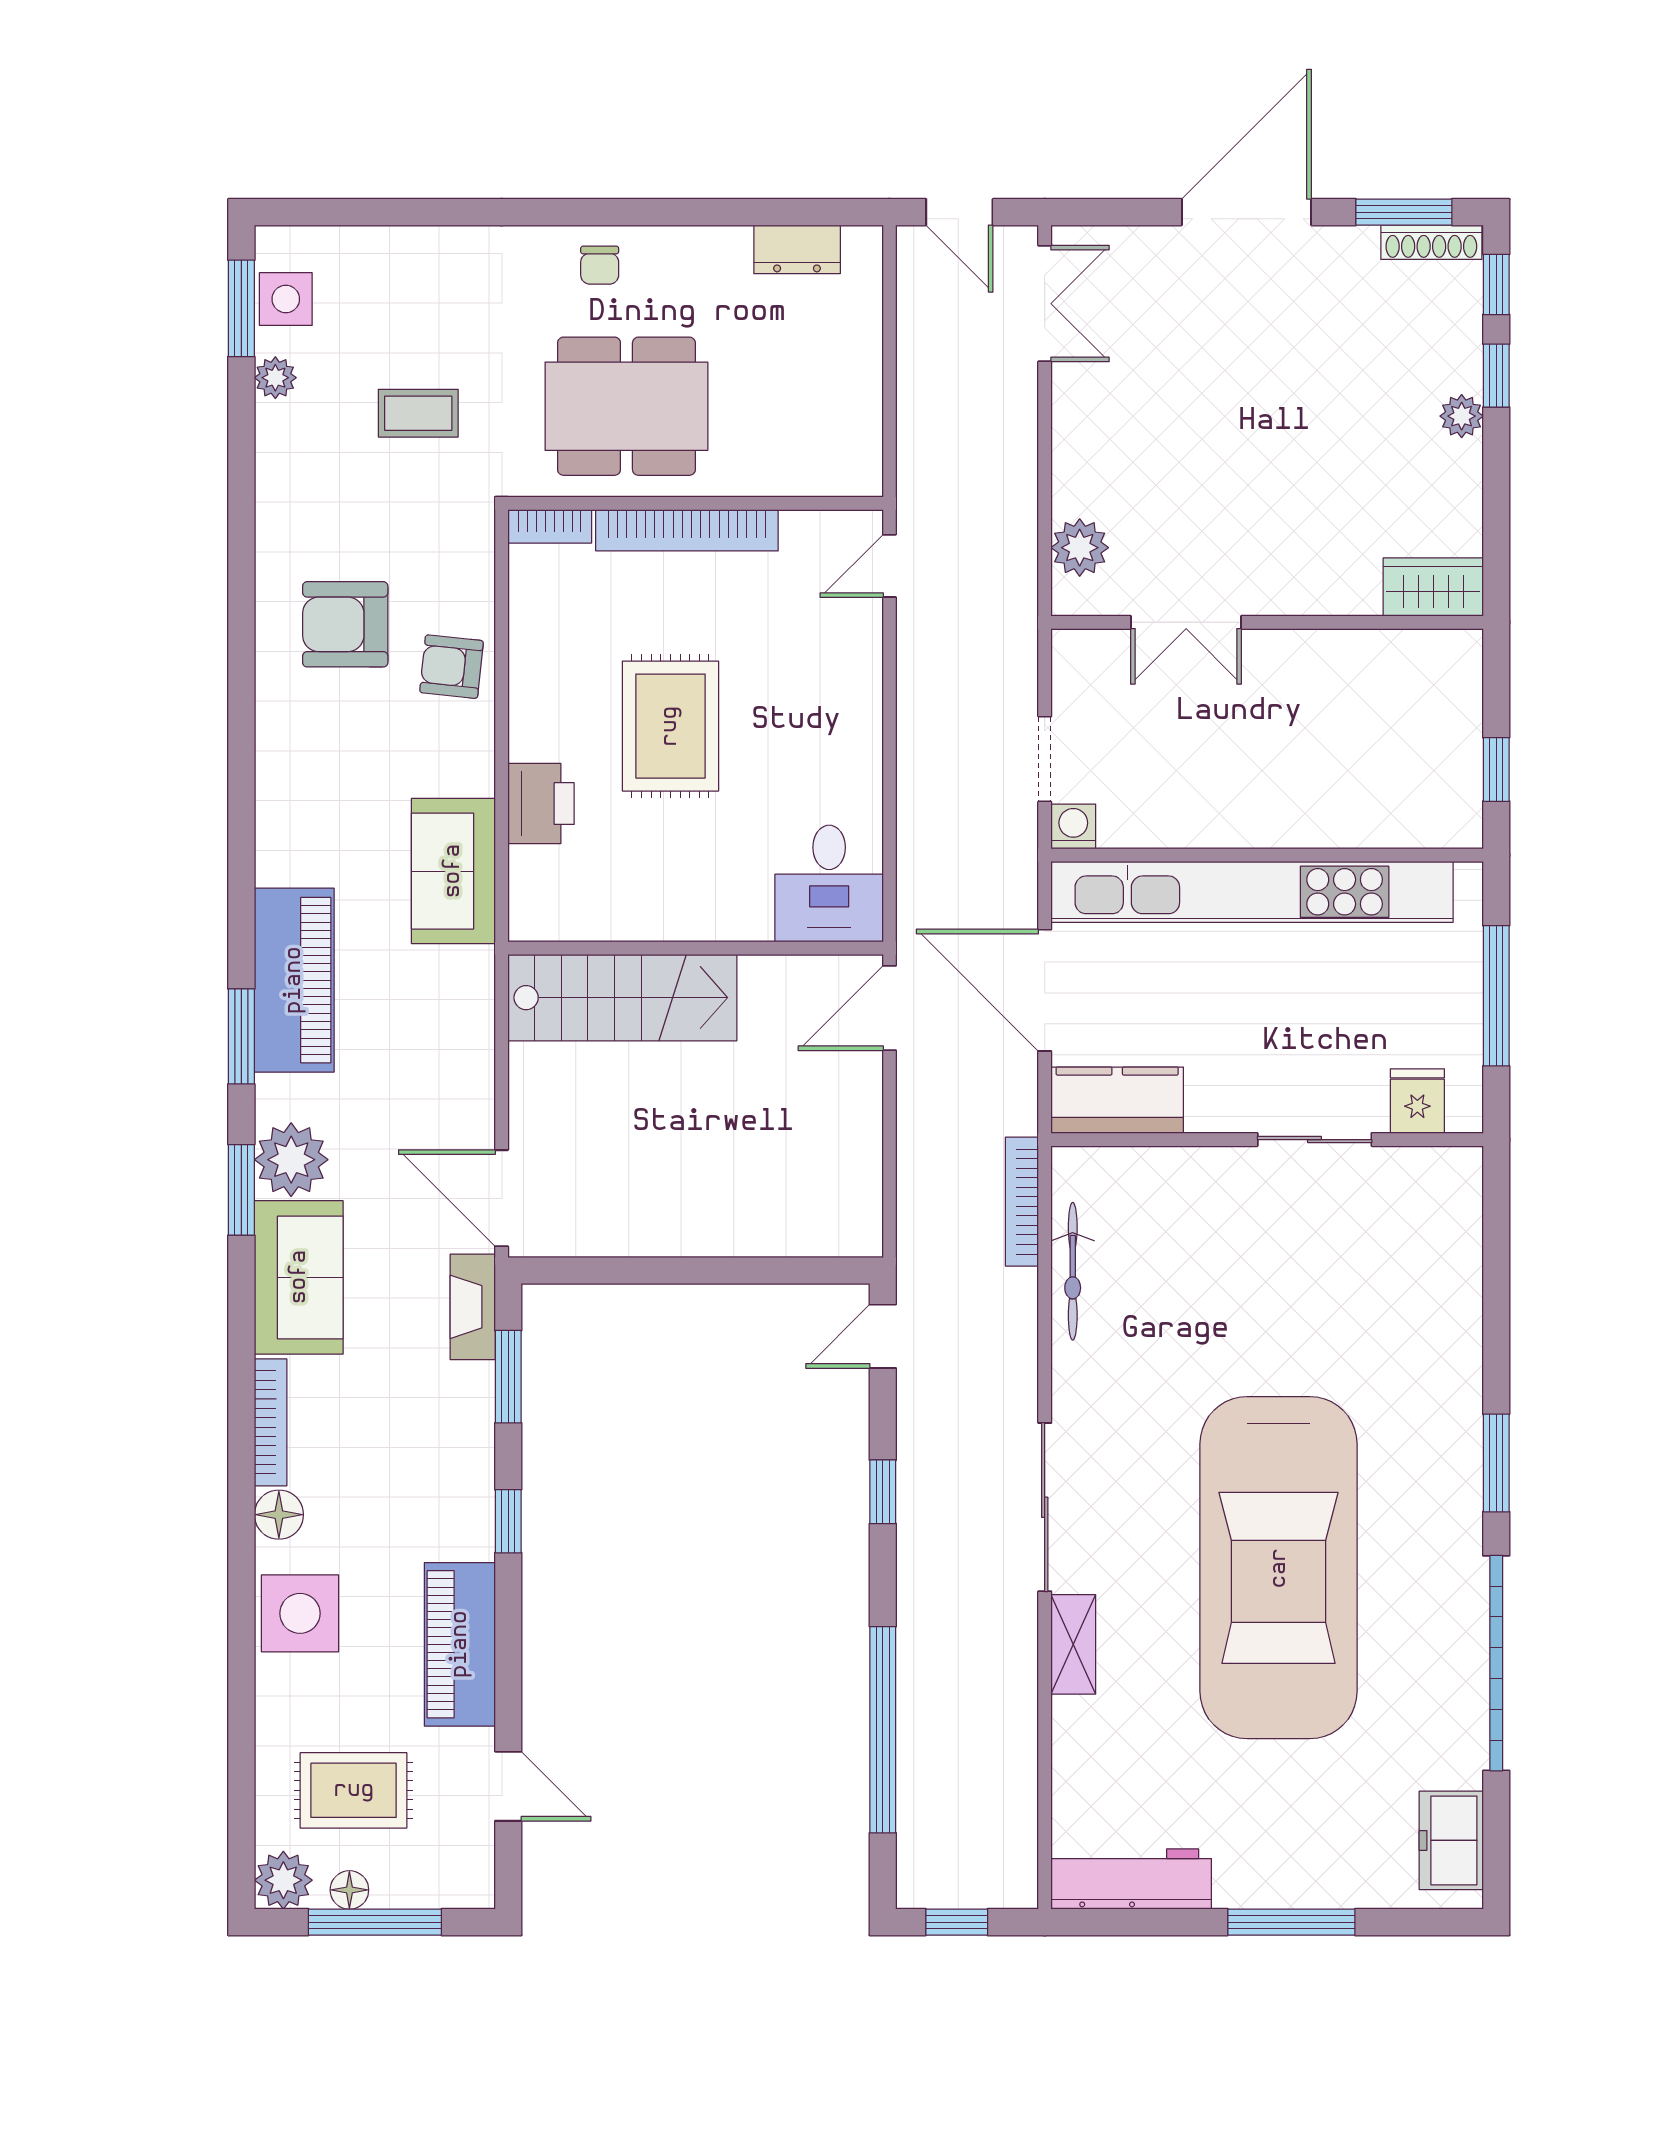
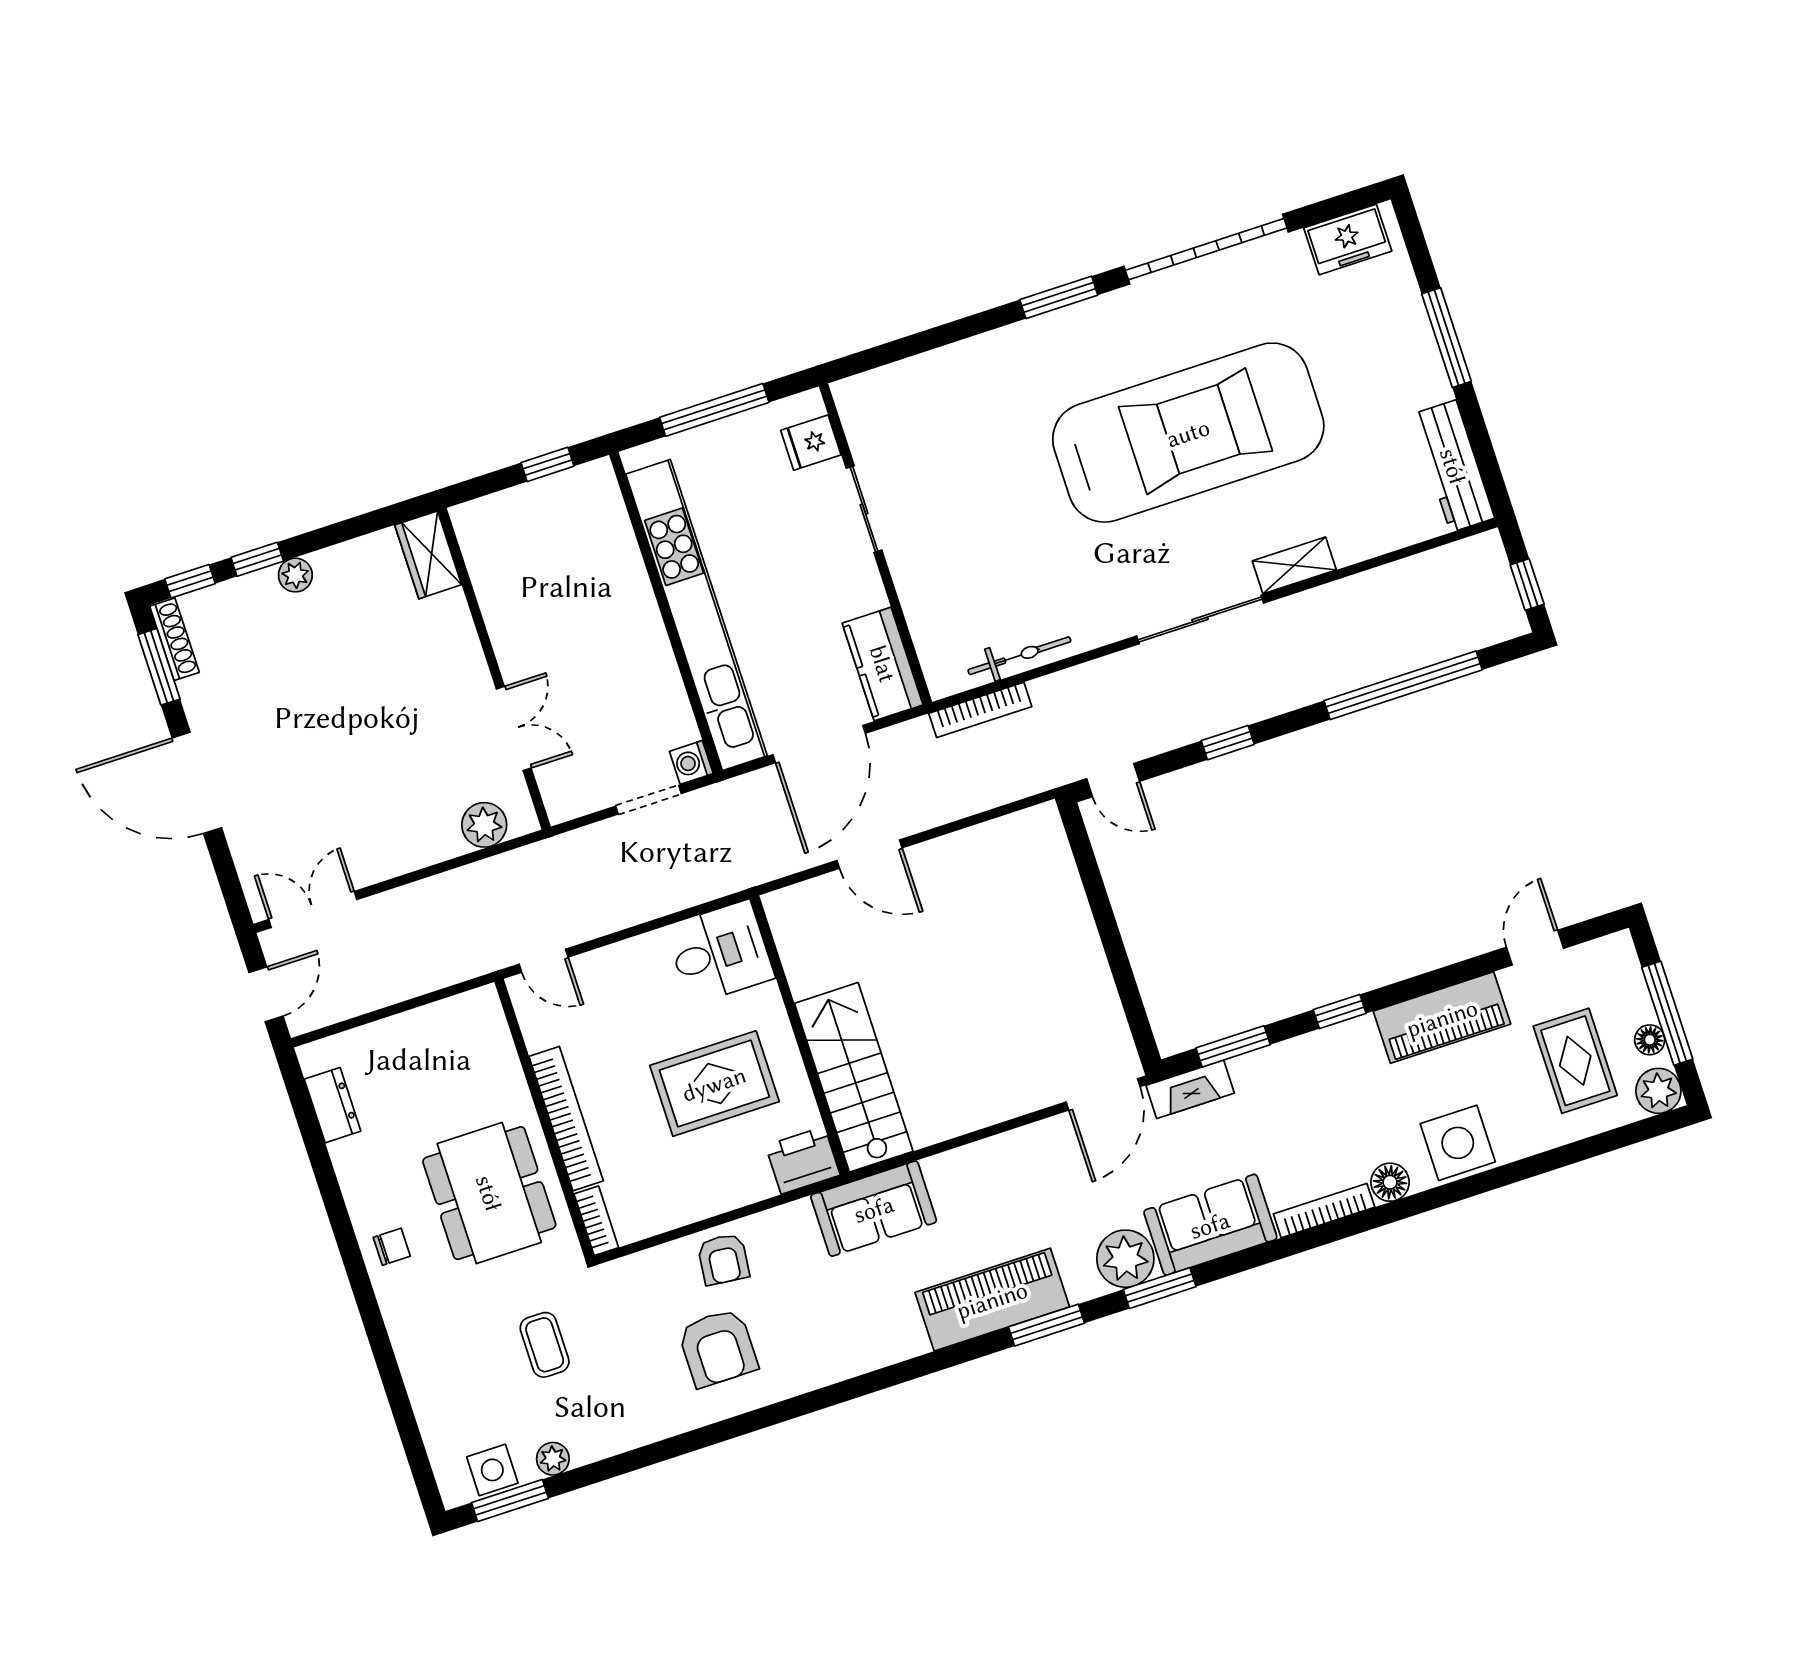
desk: (829, 884) -> (720, 952), moved
wall: (696, 948) -> (800, 1035), moved
stairs: (622, 998) -> (854, 1077), moved

